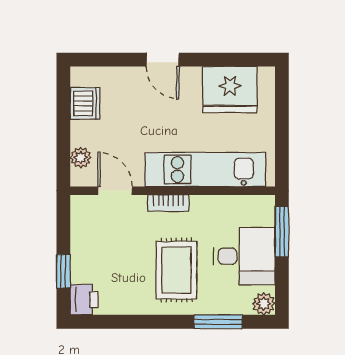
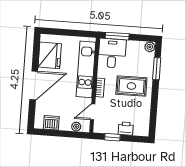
door: (163, 60) -> (34, 85), width x1.88
desk: (244, 256) -> (112, 53), moved
window: (63, 271) -> (112, 137), moved
printer: (84, 300) -> (126, 128), moved

